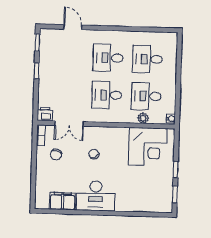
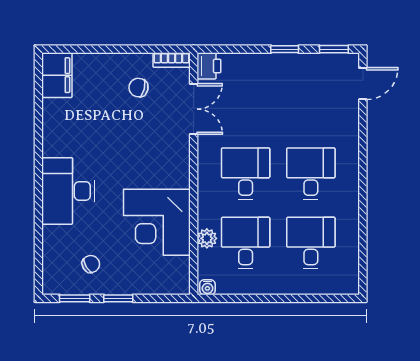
door: (73, 27) -> (363, 84), moved
double door: (69, 124) -> (194, 109), swing flipped
corner desk: (148, 147) -> (157, 222), moved
chair: (94, 154) -> (91, 264), moved
desk: (96, 196) -> (68, 191), moved
filing cabinet: (63, 201) -> (57, 75), moved

